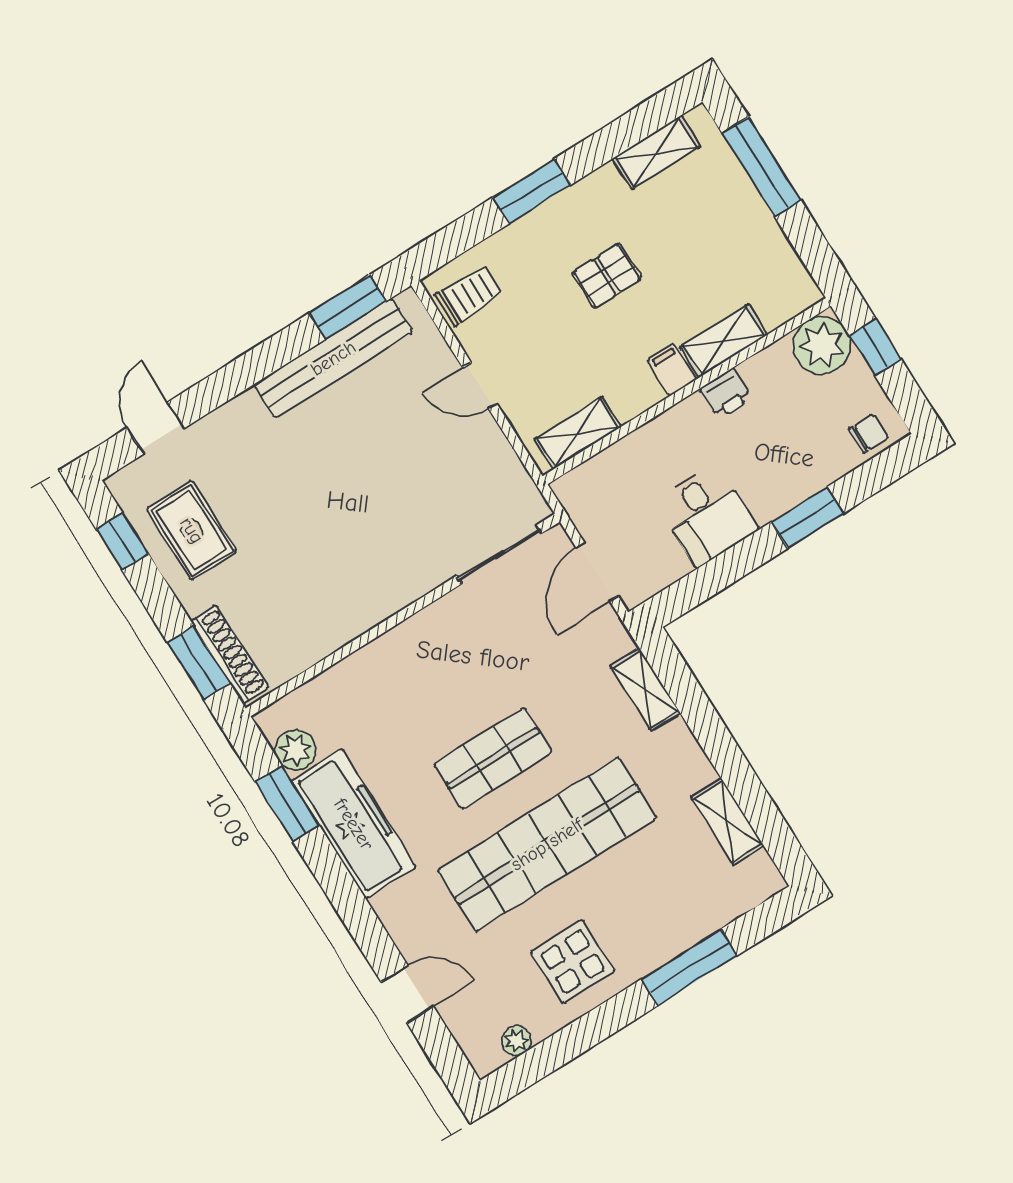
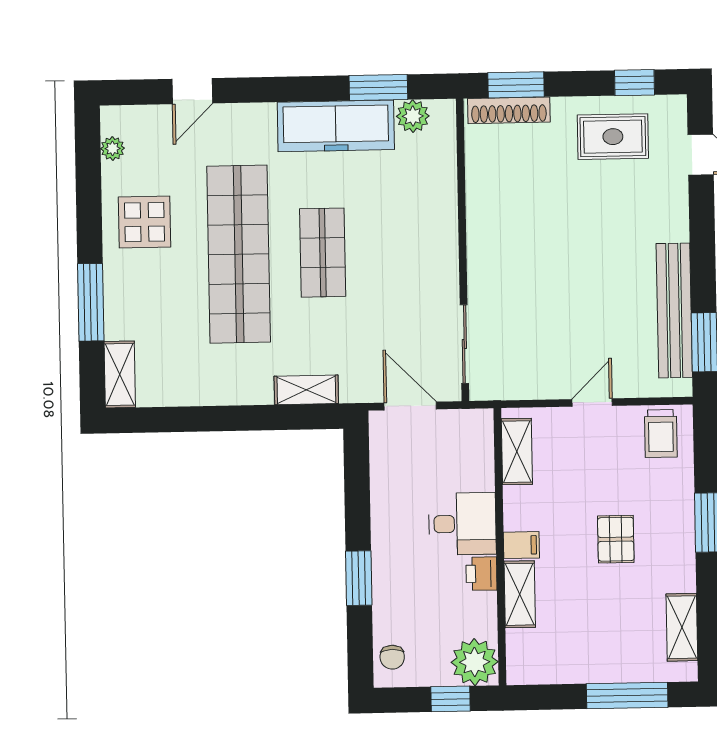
desk: (707, 515) -> (462, 524), moved, turned 180
shelving: (727, 821) -> (120, 374), moved, turned 90

